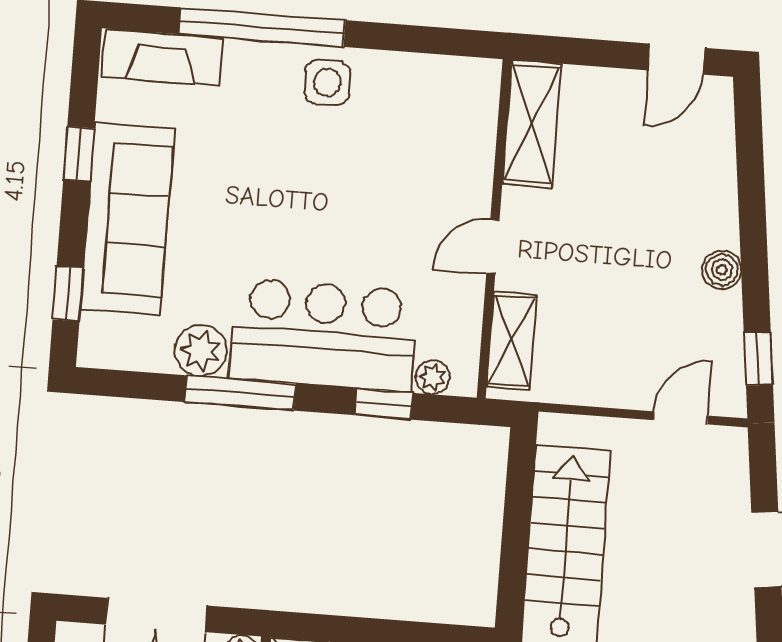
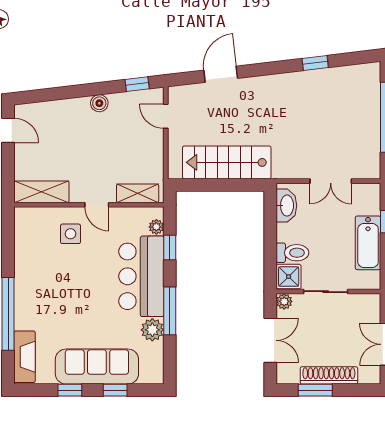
side table: (327, 83) -> (70, 234), moved
window: (68, 294) -> (115, 390), moved

